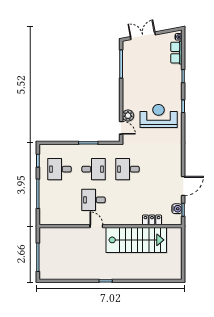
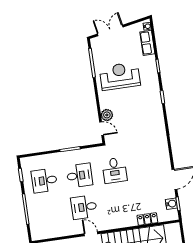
reception desk: (159, 116) -> (120, 76), moved
desk: (128, 169) -> (114, 170), turned -90

